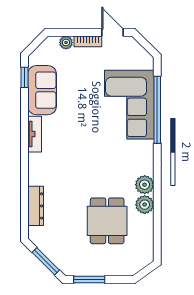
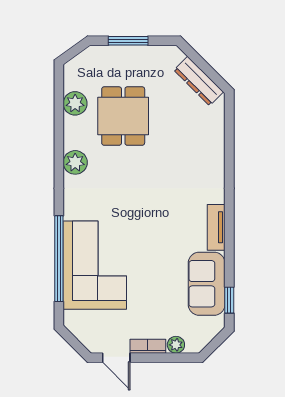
plant: (145, 205) -> (75, 103), moved
dresser: (36, 206) -> (199, 81), moved, turned -45
window: (46, 261) -> (202, 64), removed
window: (89, 280) -> (128, 41), moved

